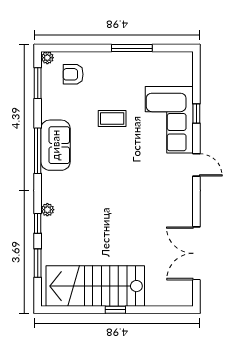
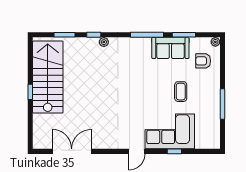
armchair: (73, 74) -> (203, 61), turned -90
window: (38, 83) -> (184, 35), moved
coffee table: (112, 118) -> (181, 92), moved
sofa: (55, 145) -> (170, 48), moved

